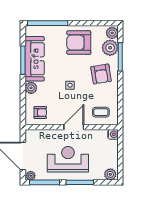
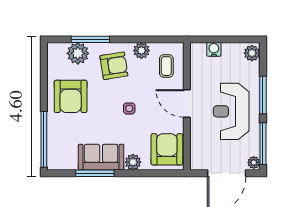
plant: (112, 33) -> (141, 51), moved
sofa: (35, 59) -> (101, 157), width x0.73
armchair: (40, 113) -> (167, 149), width x1.88, depth x1.88
water cooler: (113, 134) -> (214, 49), moved

